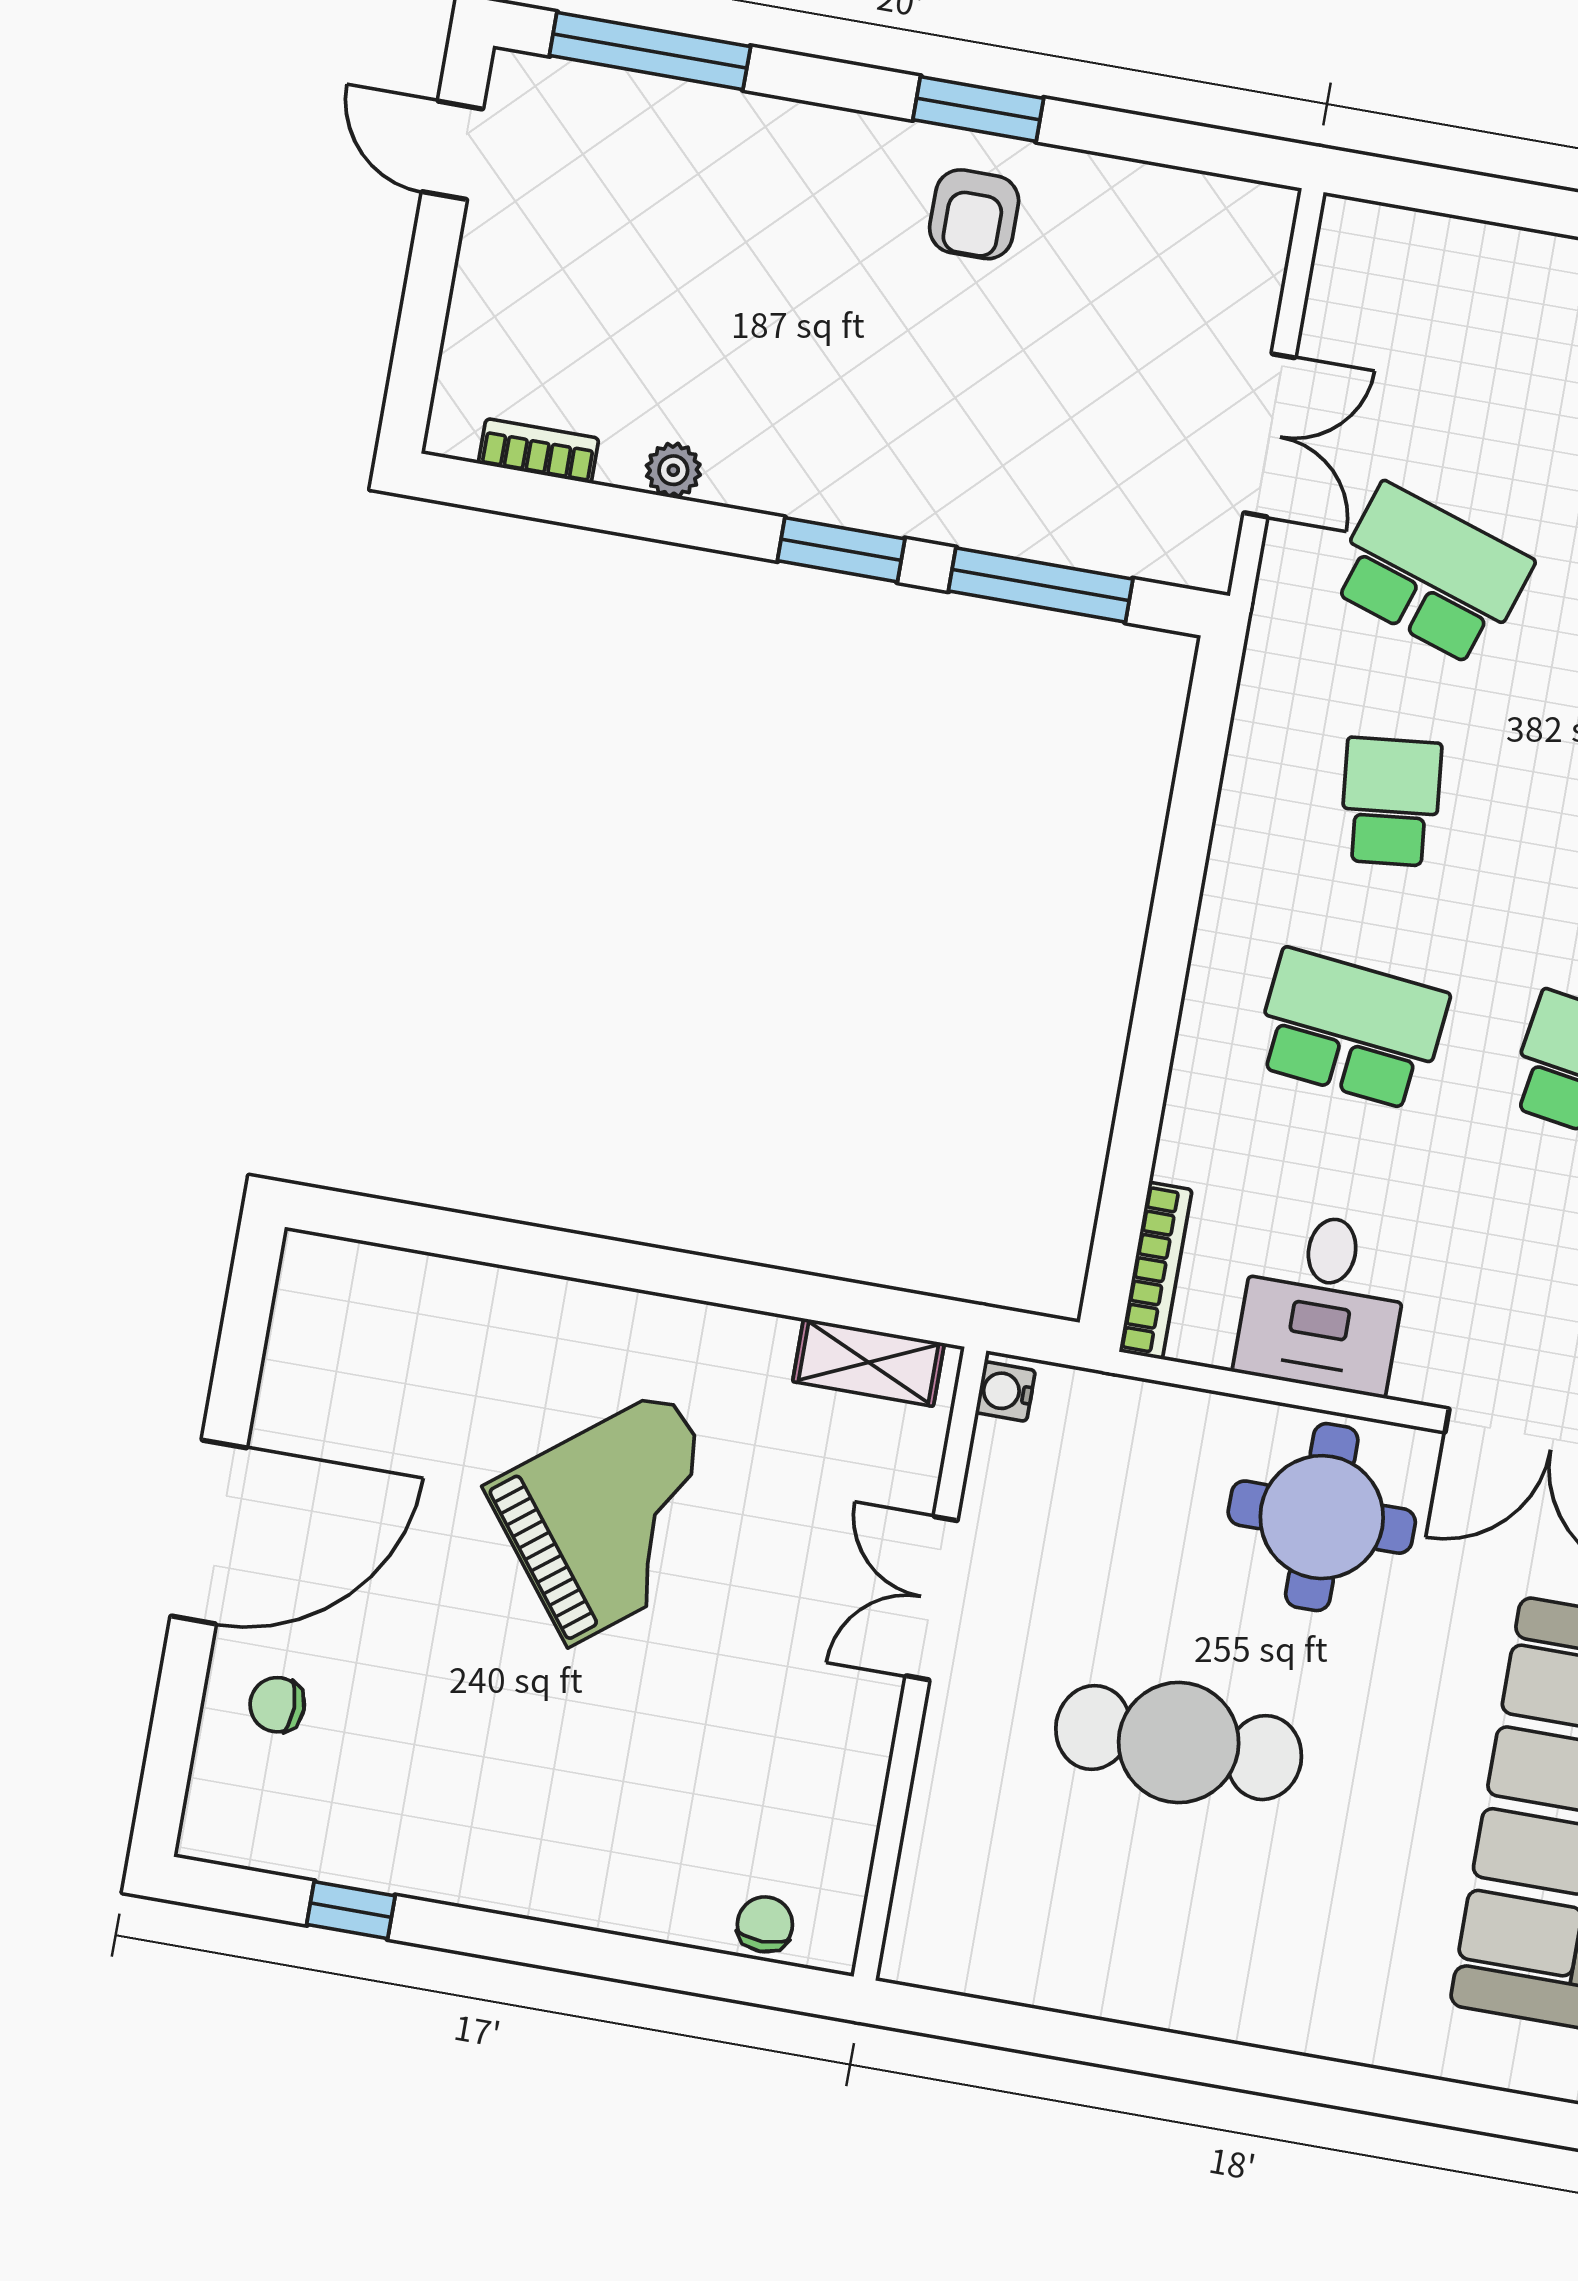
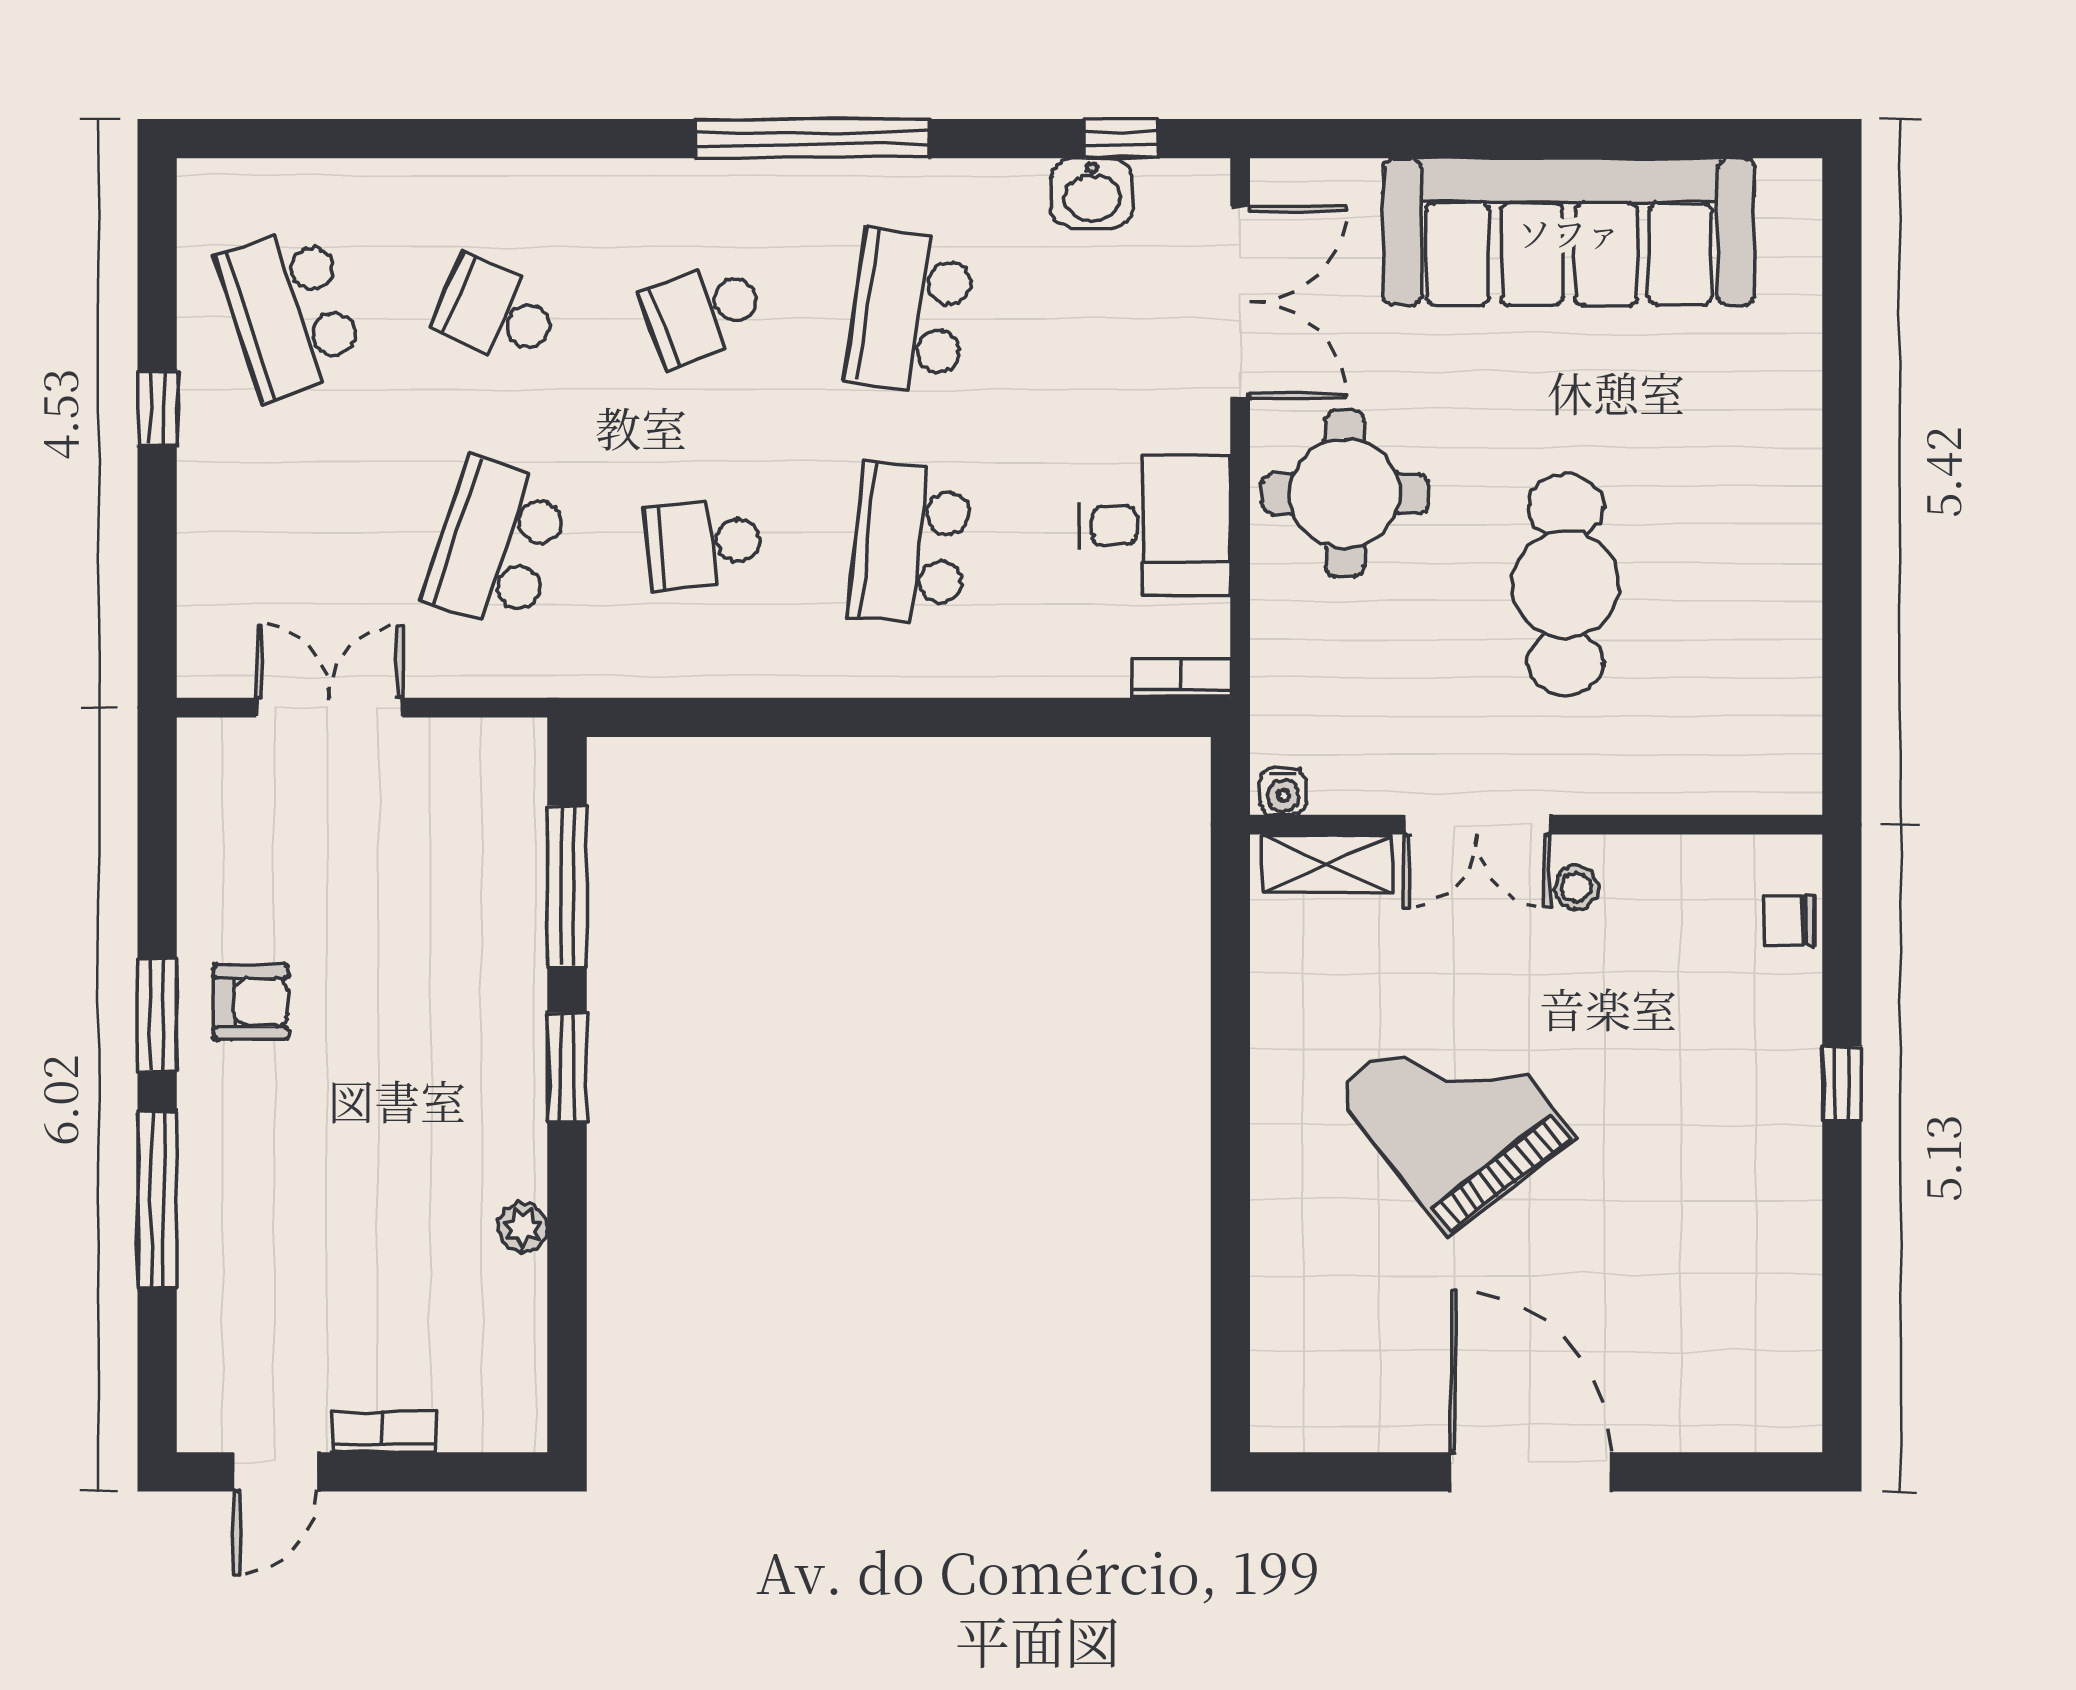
window: (650, 51) -> (157, 1200), moved
double door: (1269, 435) -> (329, 708), moved
bookcase: (539, 451) -> (383, 1432), moved, turned 90
bookcase: (1156, 1271) -> (1181, 678), width x0.64
shelving: (869, 1362) -> (1327, 863), moved, turned 90
stool: (844, 1696) -> (1576, 887), added
chair: (277, 1705) -> (1672, 1385), removed
window: (351, 1910) -> (1842, 1083), moved

